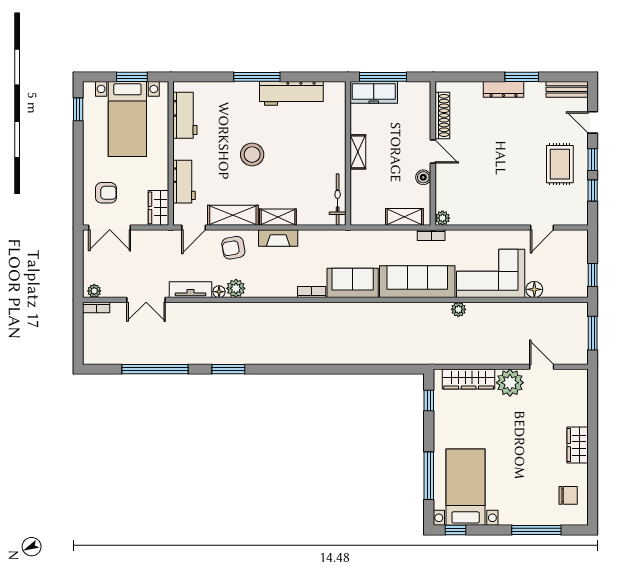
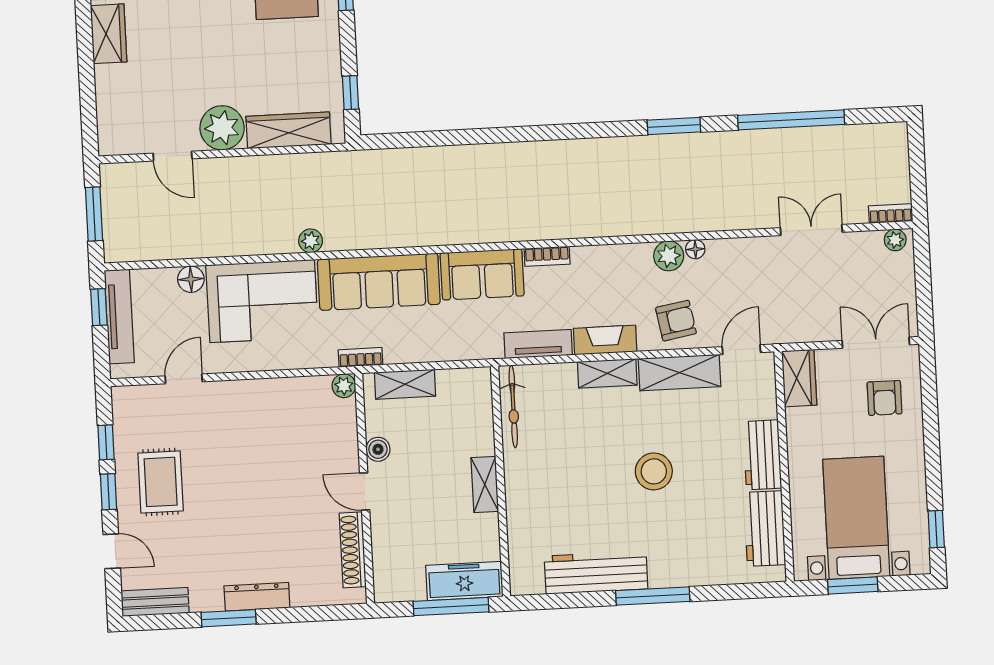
workbench: (184, 182) -> (762, 455), moved
armchair: (106, 193) -> (885, 398), turned -90
tv unit: (580, 268) -> (119, 317), added
tv unit: (191, 290) -> (538, 344), moved, turned 180

